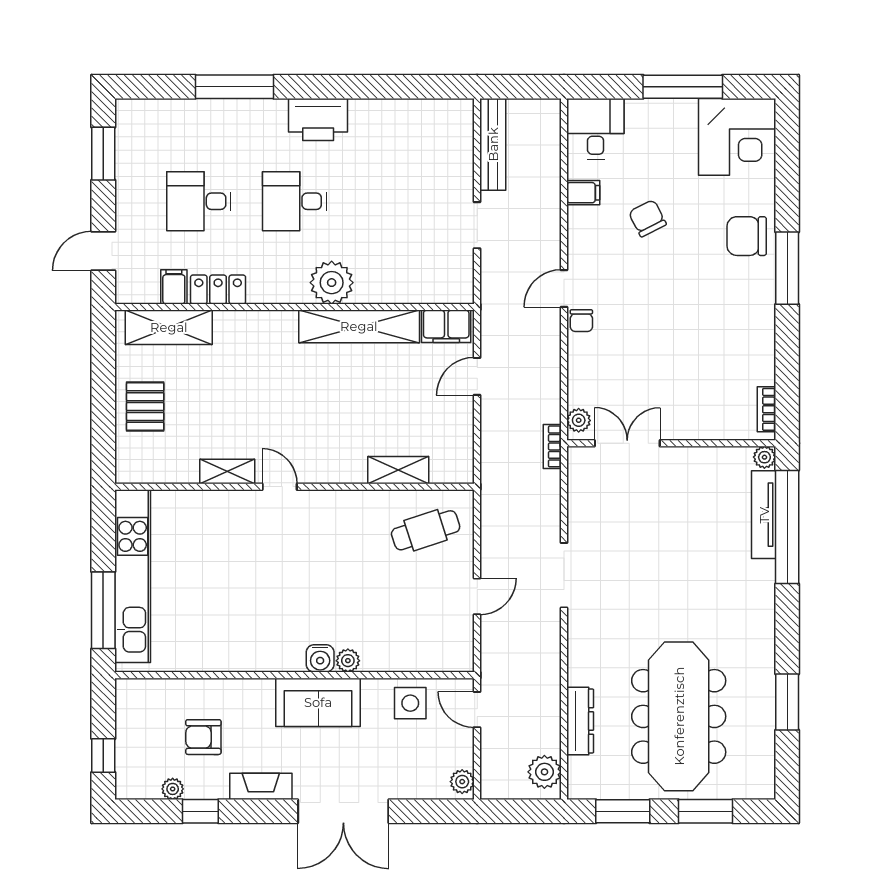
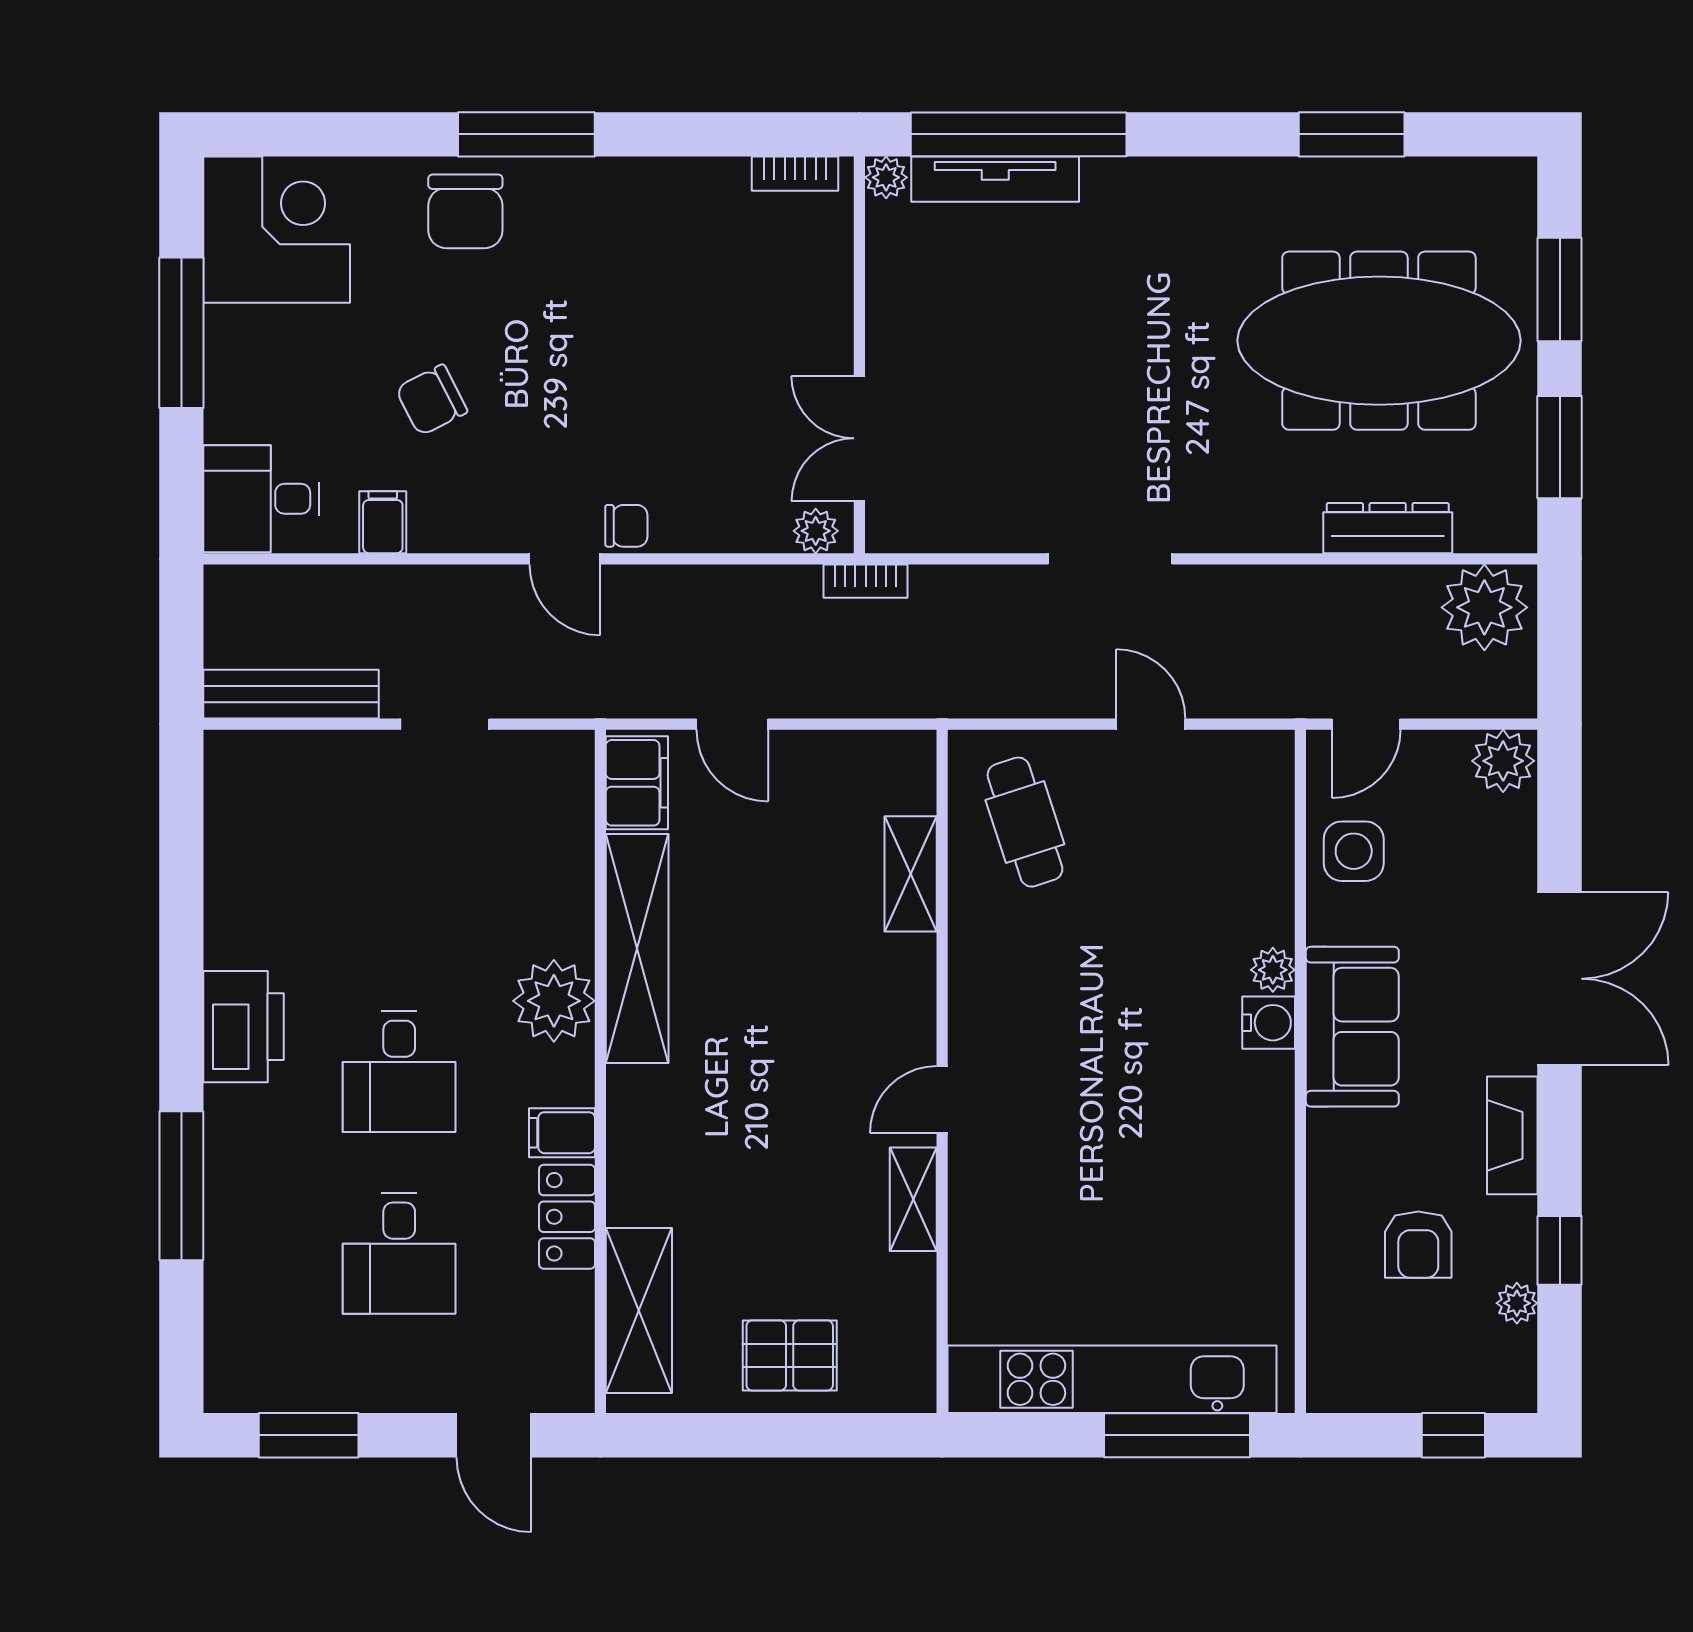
filing cabinet: (174, 287) -> (562, 1133), moved
plant: (544, 772) -> (1484, 607), width x1.36, depth x1.36
plant: (462, 782) -> (1503, 761), width x1.38, depth x1.38

